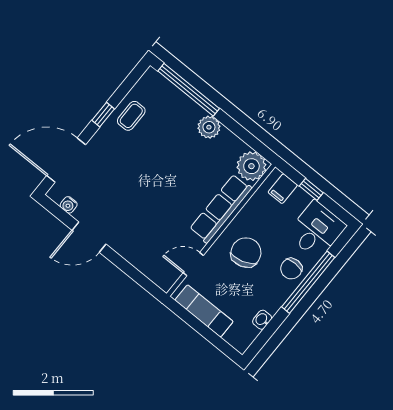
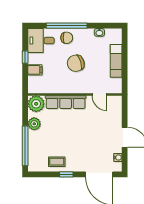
plant: (251, 166) -> (36, 104), moved
row of seats: (221, 209) -> (66, 102), moved
wall: (221, 230) -> (75, 94), moved
door: (193, 264) -> (99, 94), moved

